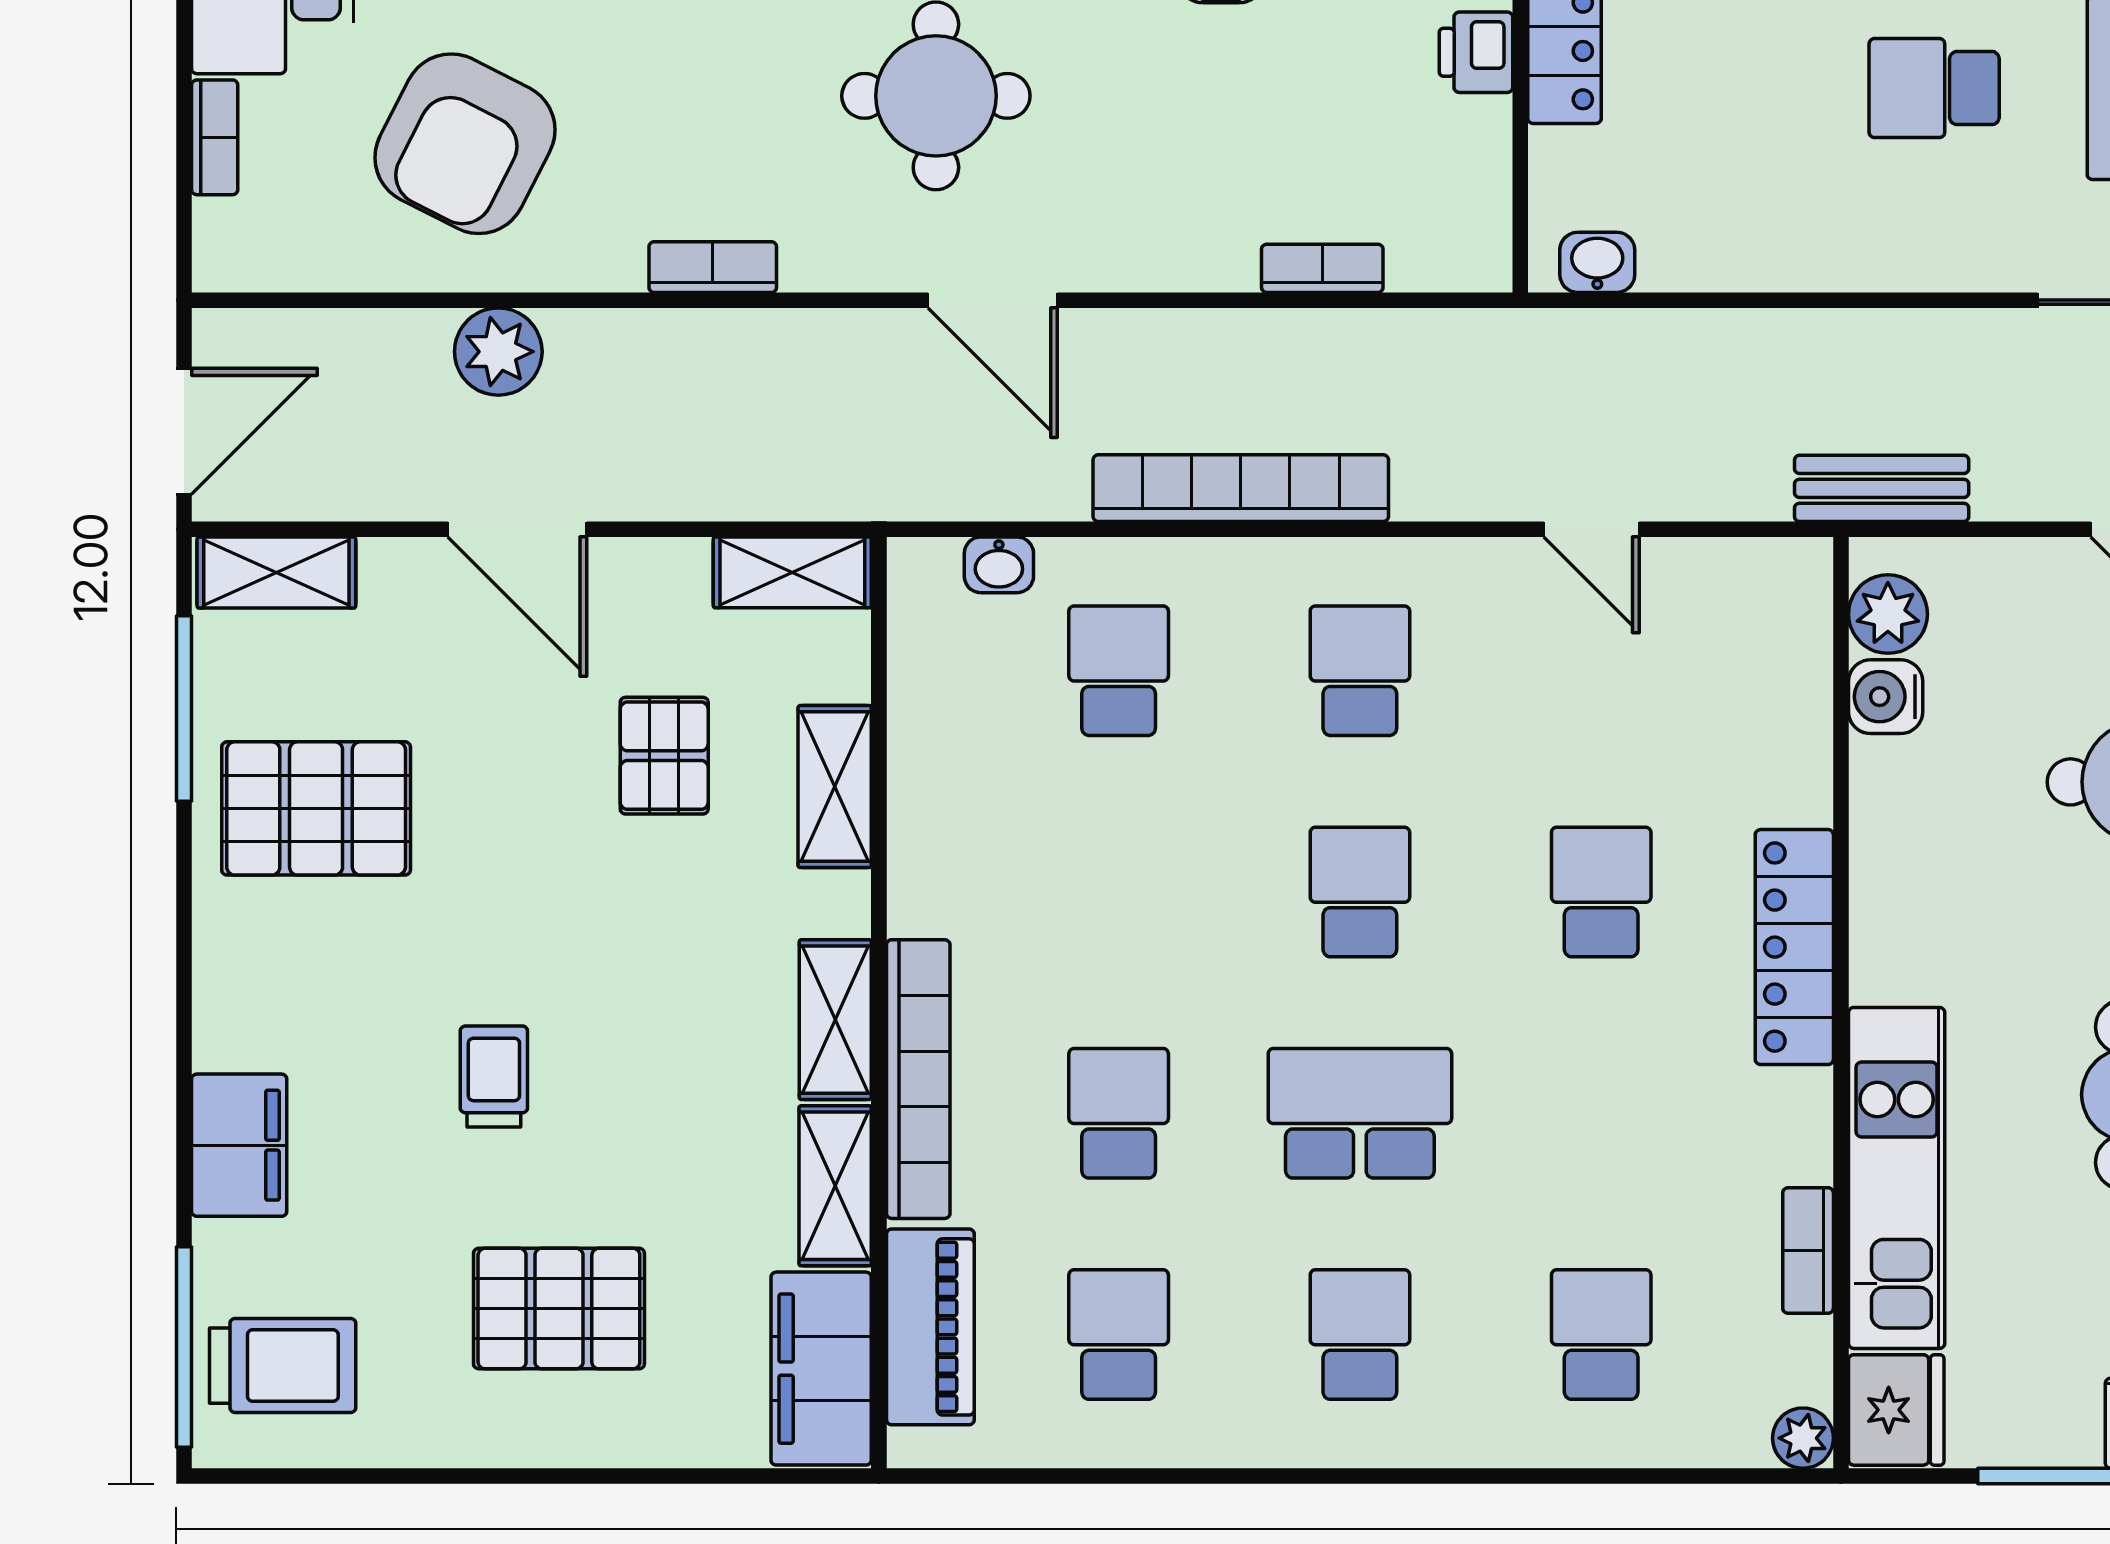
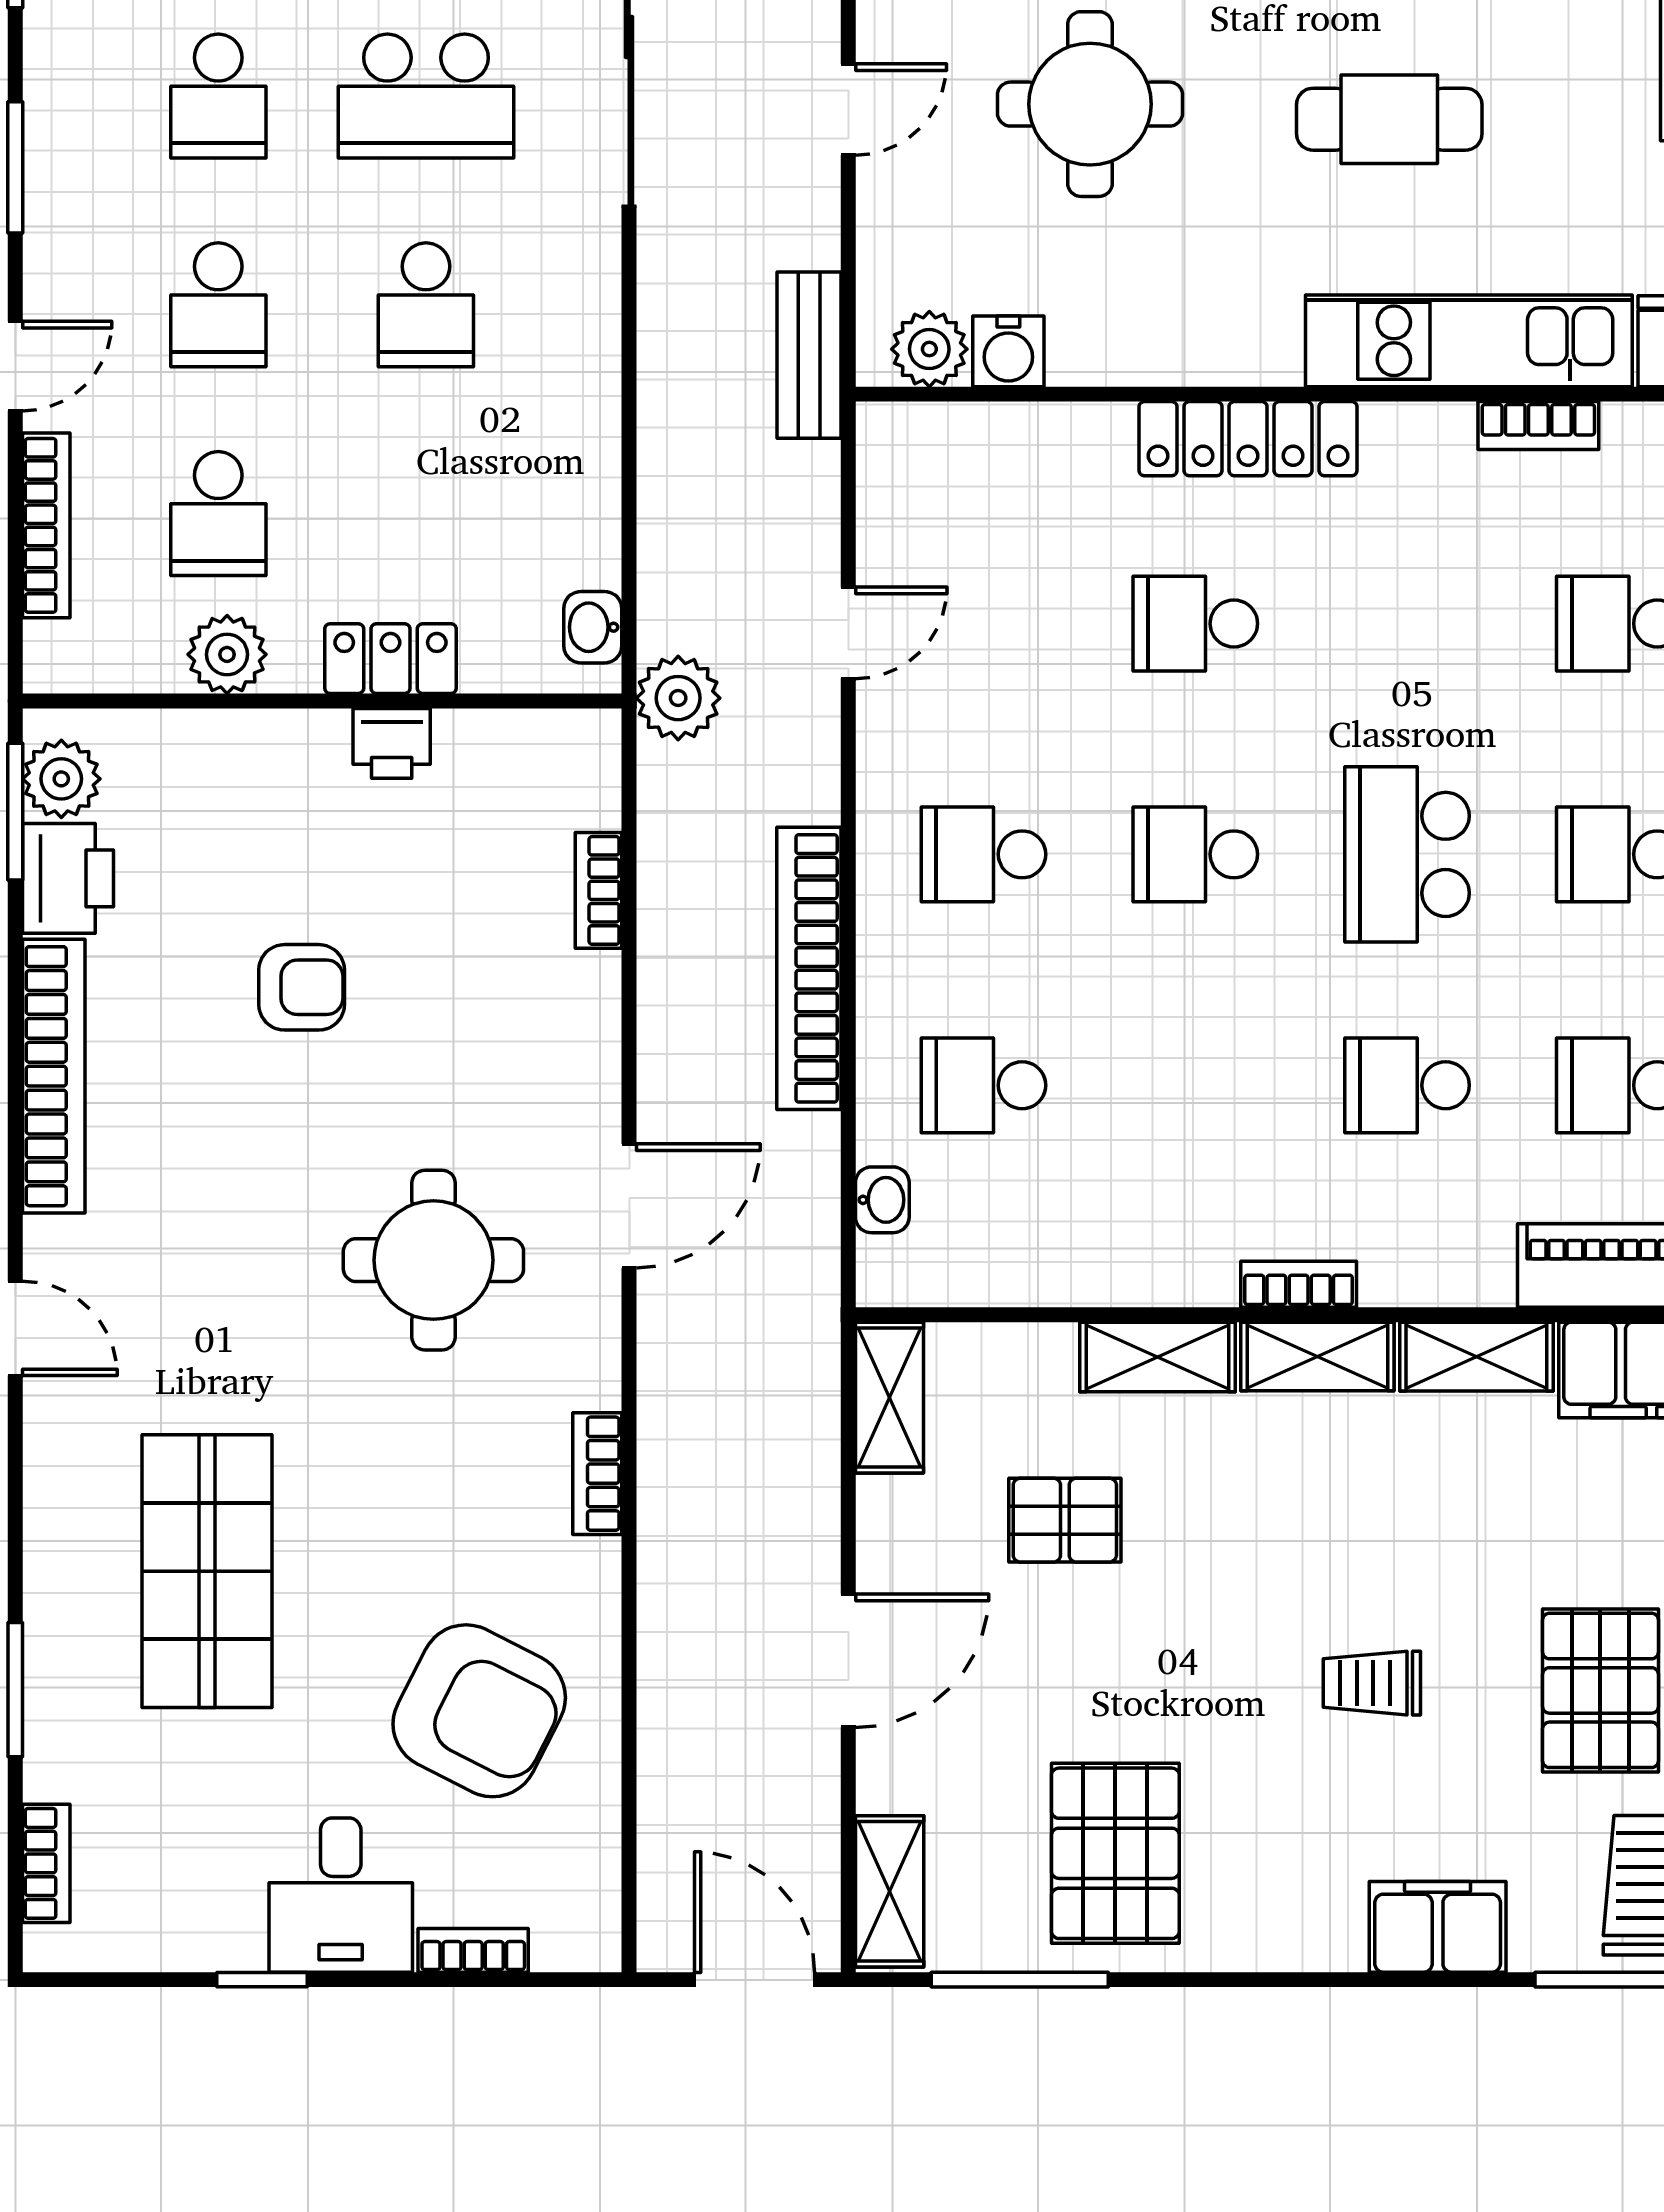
plant: (498, 352) -> (678, 698), moved
shelving: (835, 787) -> (1157, 1357), moved
bookcase: (918, 1079) -> (1299, 1284), width x0.43, depth x0.76
pallet: (559, 1309) -> (1600, 1690), moved

